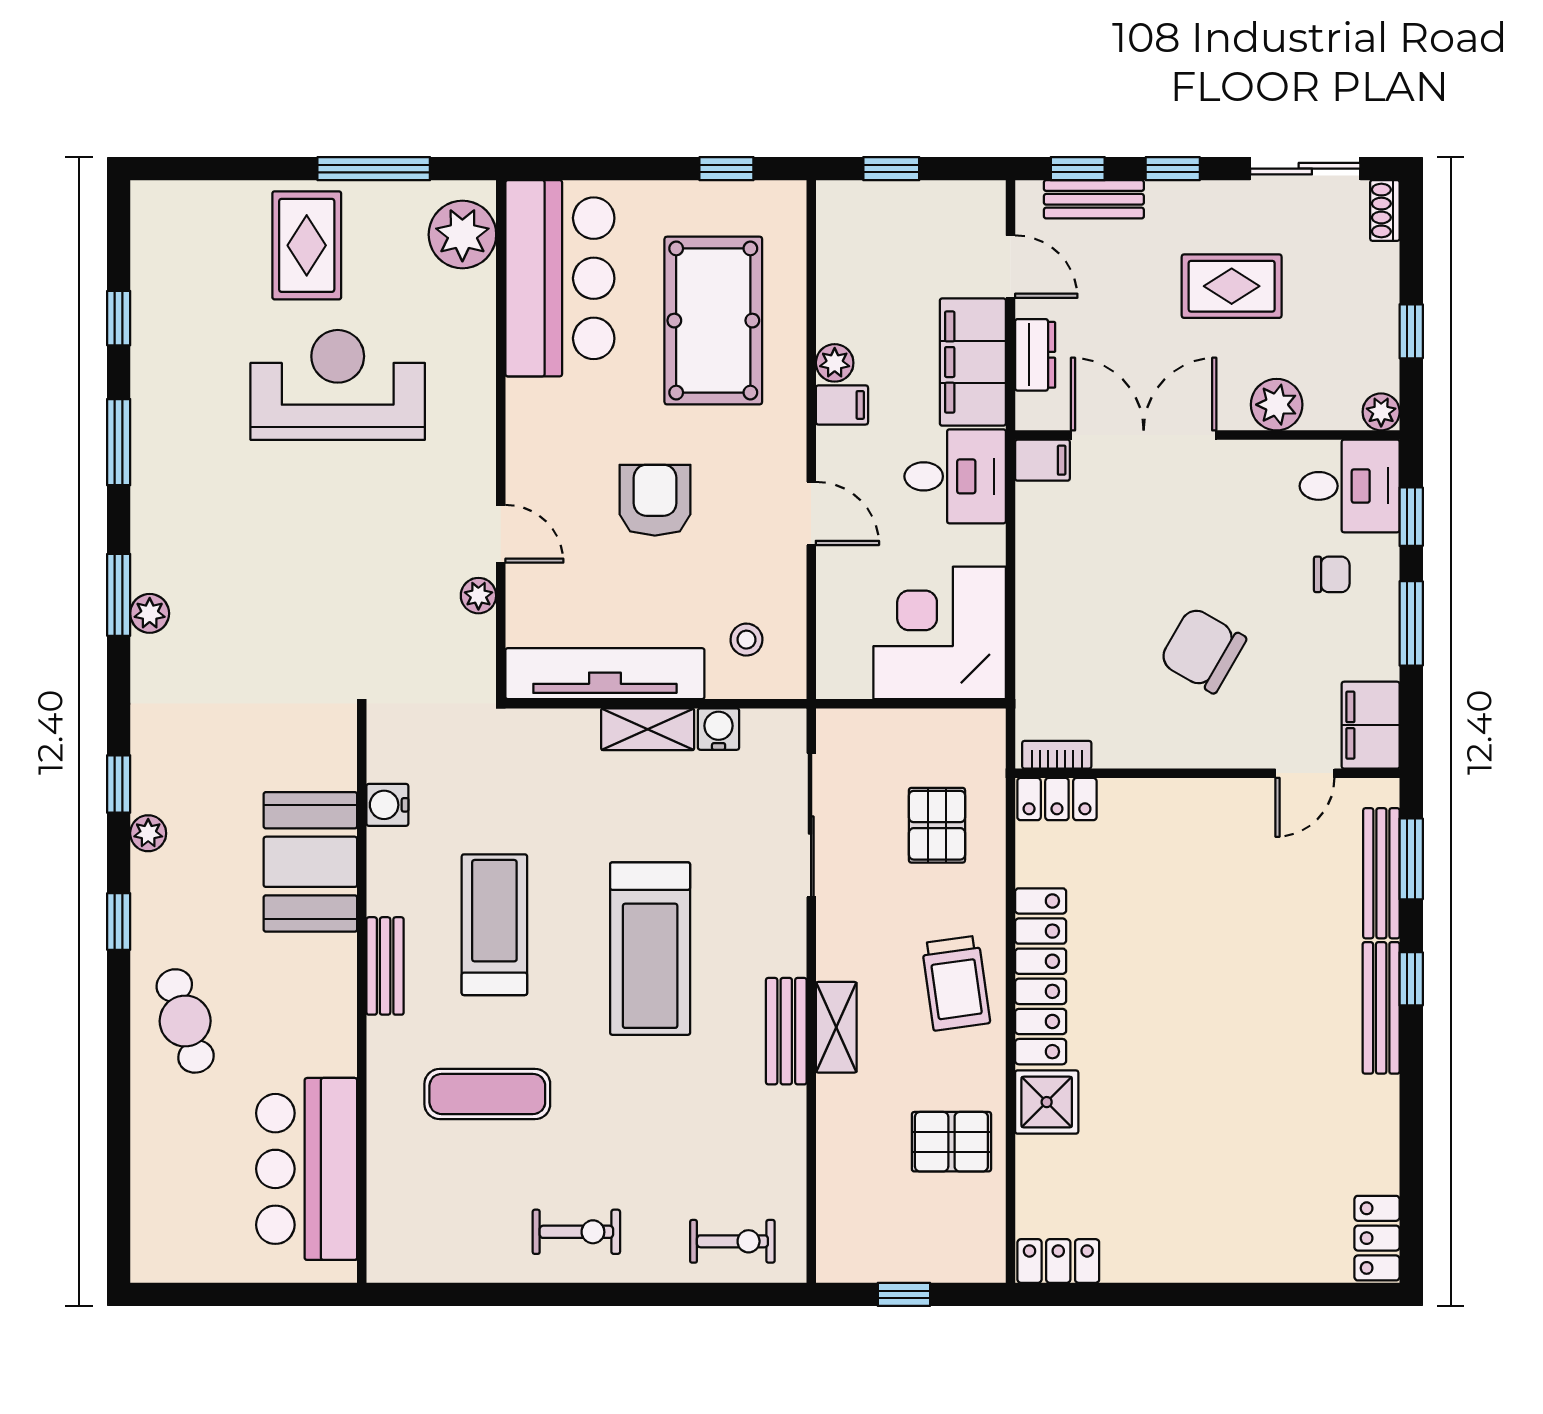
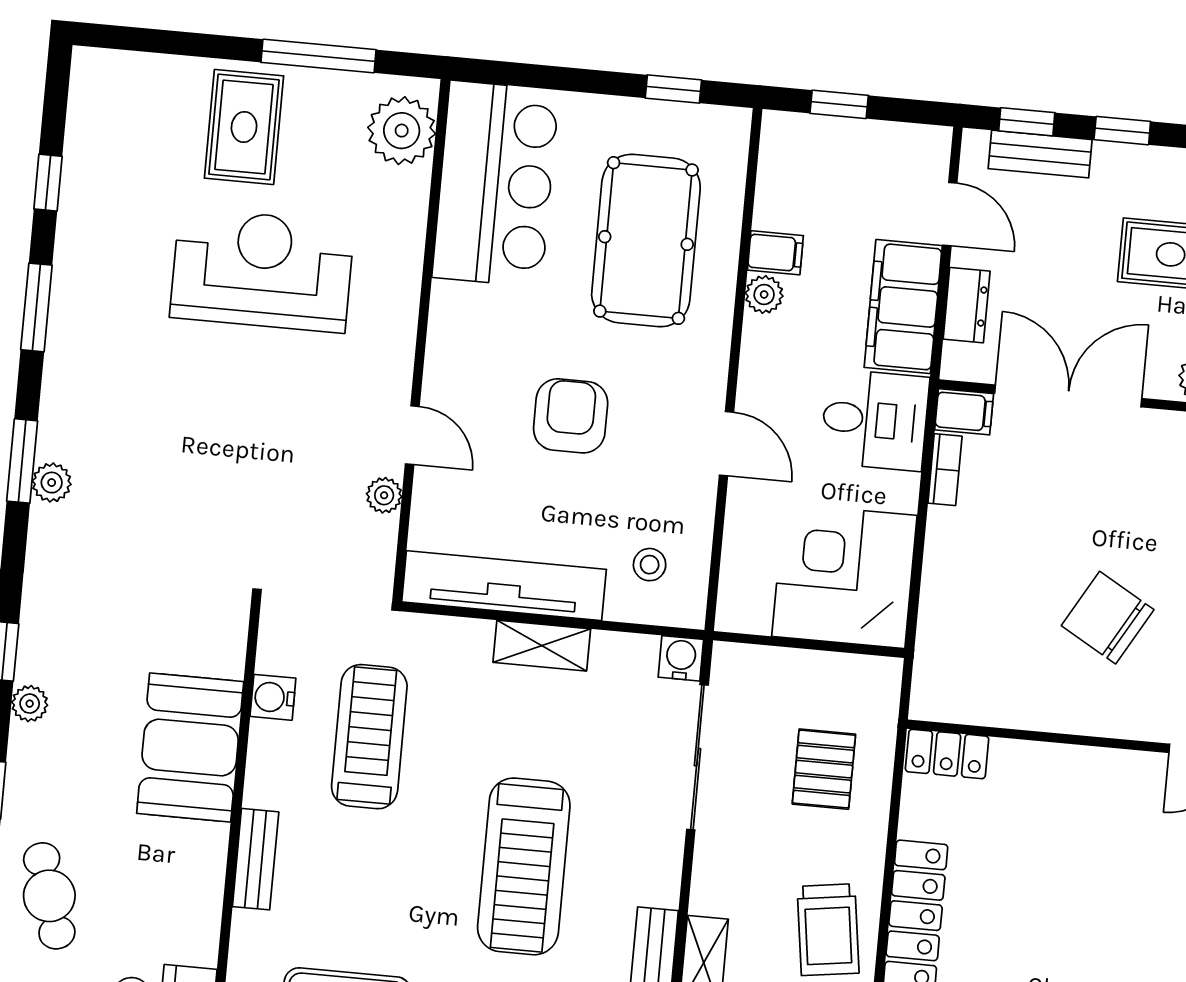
filing cabinet: (842, 405) -> (775, 253), moved
water cooler: (719, 729) -> (681, 658), moved
bookcase: (1057, 755) -> (945, 470), moved, turned 90
treadmill: (494, 925) -> (369, 737), moved

